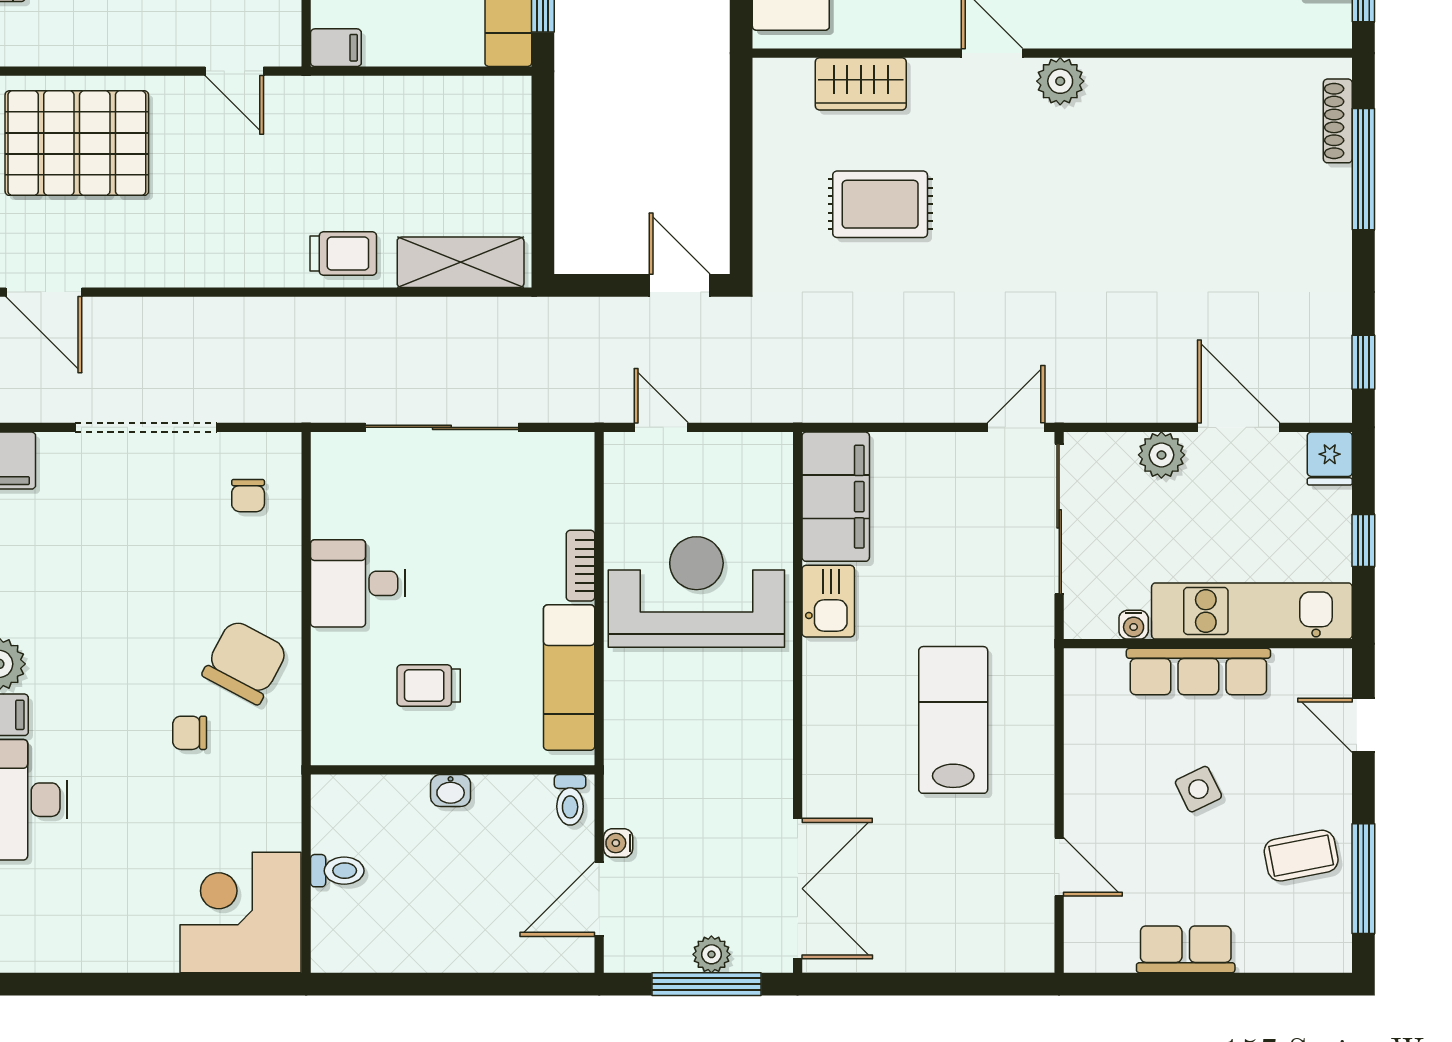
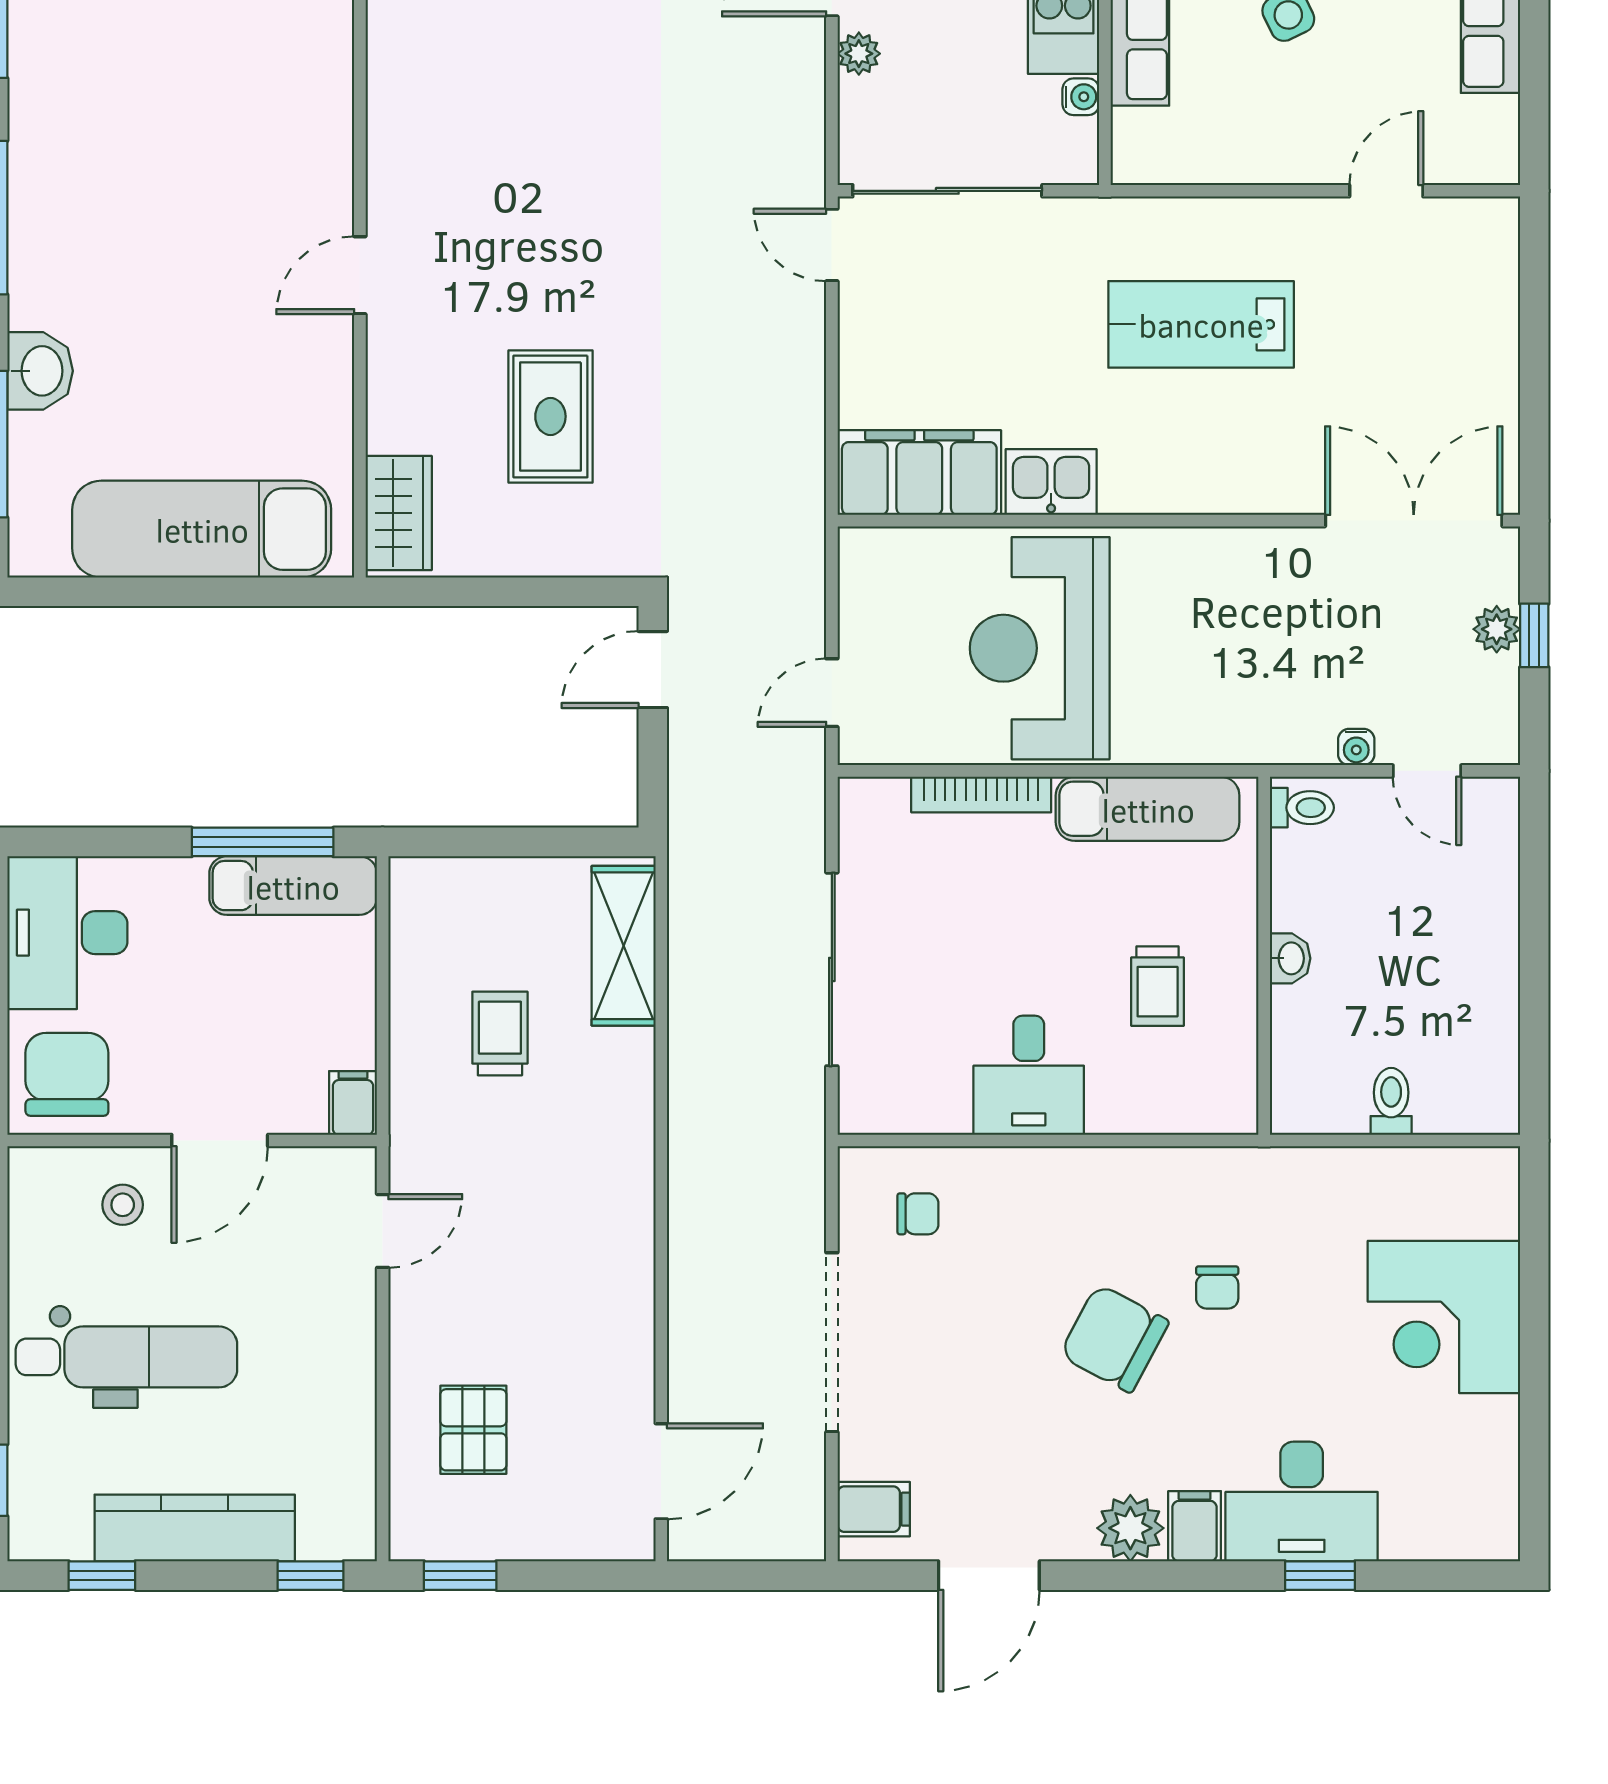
plant: (1060, 81) -> (395, 189), removed
wardrobe: (861, 84) -> (399, 513), moved
pallet: (77, 143) -> (473, 1430), width x0.49, depth x0.50
trolley: (343, 254) -> (500, 1033), moved
plant: (1161, 455) -> (859, 54), width x0.73, depth x0.73
bookcase: (580, 566) -> (981, 794), width x1.56
chair: (245, 662) -> (1114, 1338), moved
door: (599, 899) -> (1427, 771), width x0.73
corner desk: (240, 912) -> (1444, 1317), moved
window: (707, 984) -> (1534, 635), width x0.46

